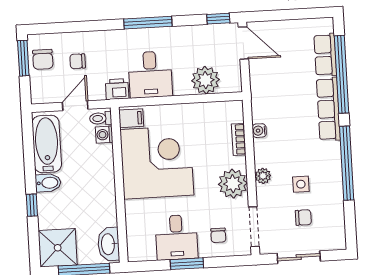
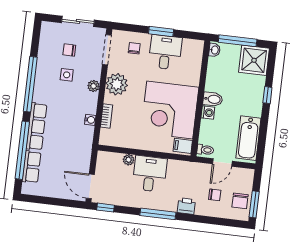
chair: (43, 59) -> (240, 201), turned 180
desk: (150, 75) -> (150, 174), moved
plant: (205, 80) -> (129, 160), width x0.53, depth x0.53
printer: (117, 89) -> (186, 206), moved, turned 180
washing machine: (104, 135) -> (208, 113), moved
bidet: (48, 183) -> (213, 99), moved, turned 180
washbasin: (109, 244) -> (215, 50), width x0.52, depth x0.69

